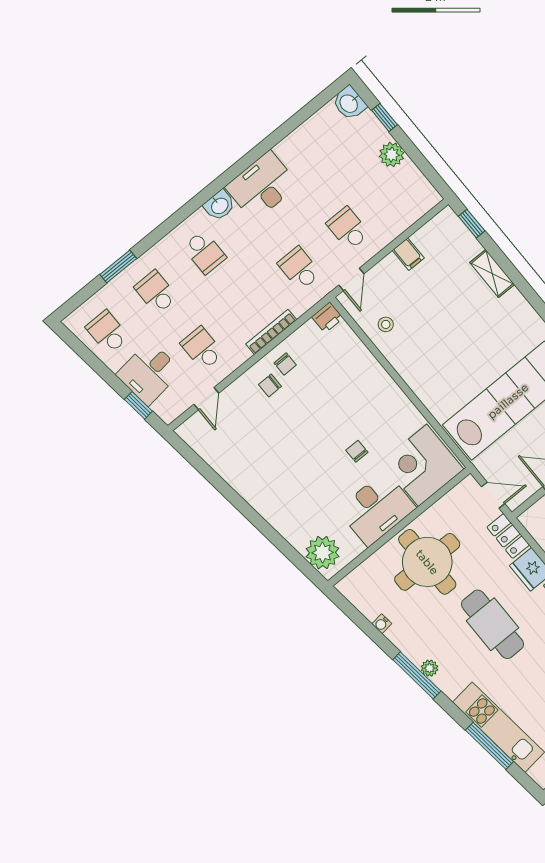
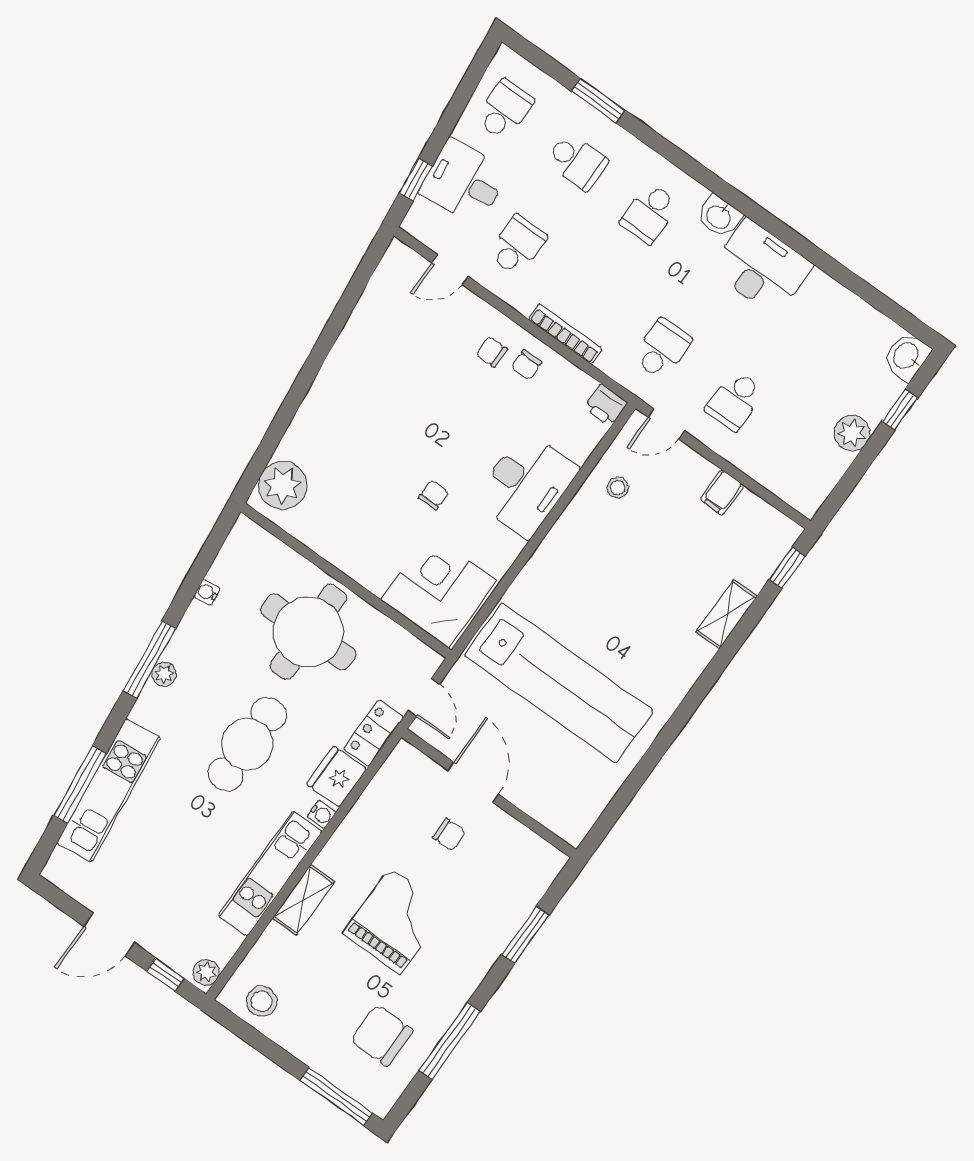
school desk: (348, 229) -> (735, 401), turned 180
school desk: (156, 292) -> (577, 162), turned 90
desk: (377, 509) -> (526, 485), moved, turned -90

